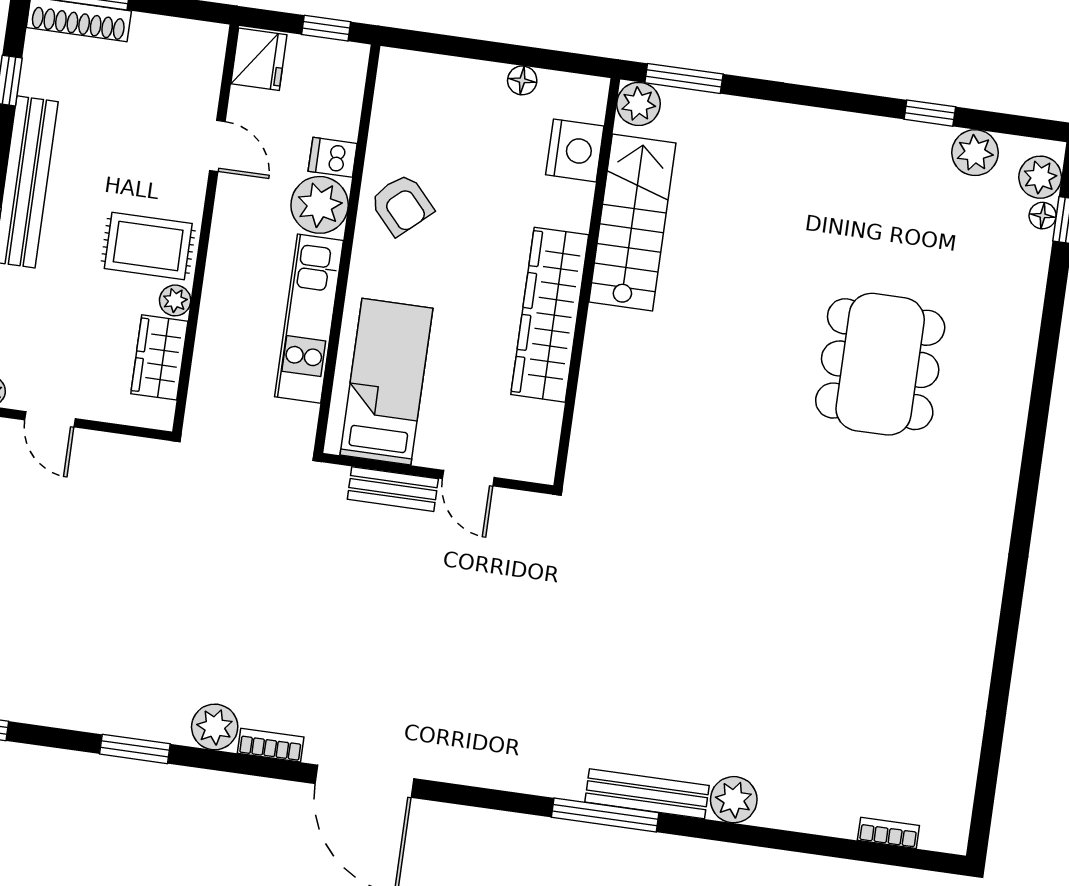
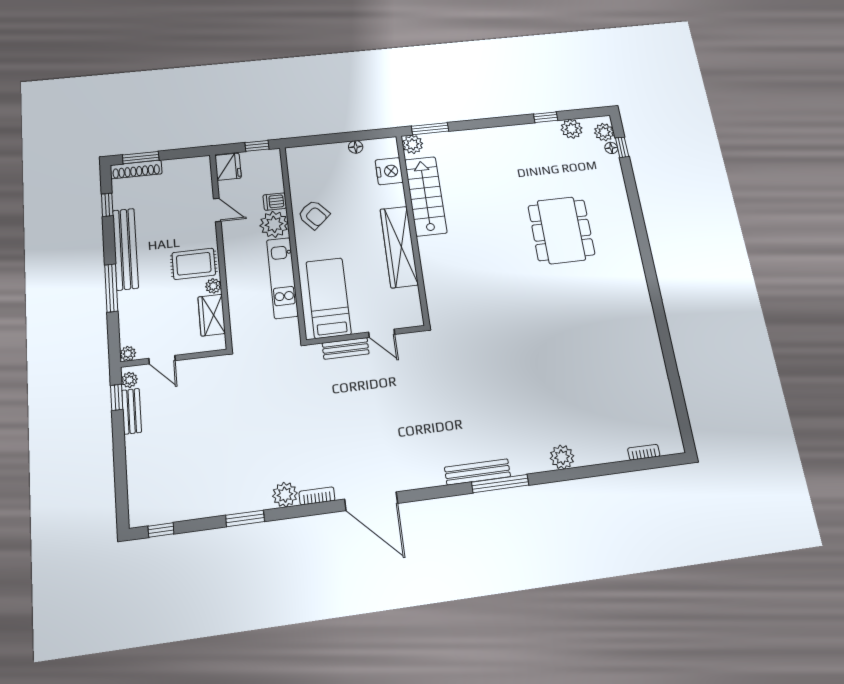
bench: (647, 794) -> (477, 472), moved

